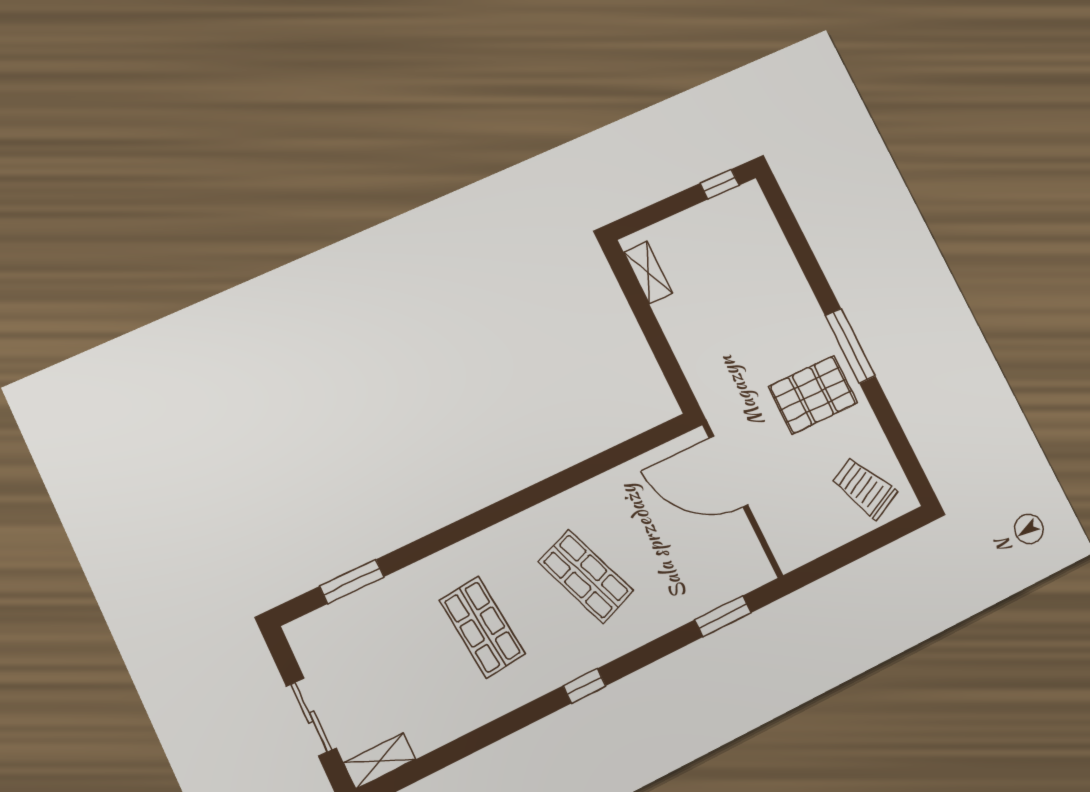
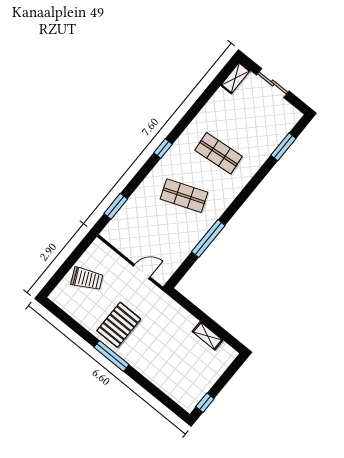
shelving: (648, 273) -> (208, 336), moved
door: (728, 472) -> (142, 272), width x0.53
window: (578, 474) -> (208, 239), added
trolley: (864, 488) -> (87, 279), moved

